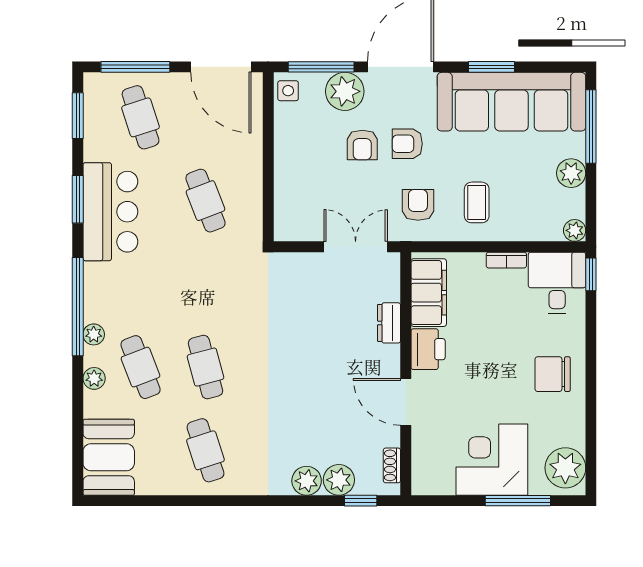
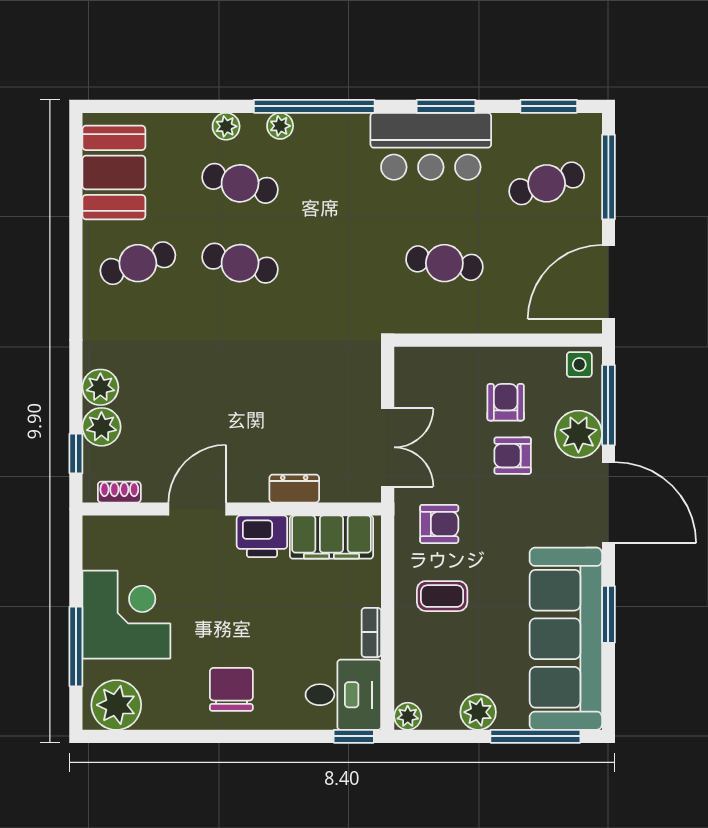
armchair: (407, 144) -> (506, 402), moved
cafe table: (205, 201) -> (444, 263), turned 30
cafe table: (141, 367) -> (240, 183), turned 36
cafe table: (205, 367) -> (240, 263), turned 30
booth: (109, 457) -> (114, 172), moved, turned 90

